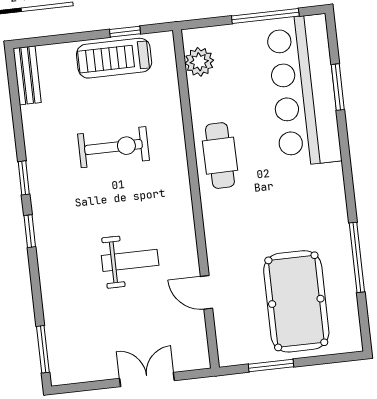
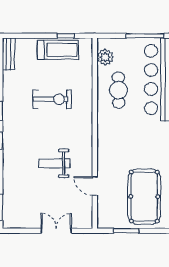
treadmill: (114, 58) -> (58, 50), turned 180
cafe table: (220, 156) -> (118, 90), moved
weight bench: (130, 260) -> (54, 163), turned 180

